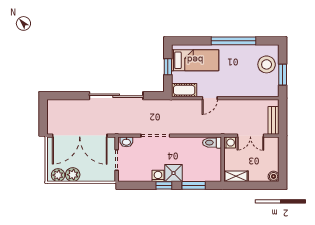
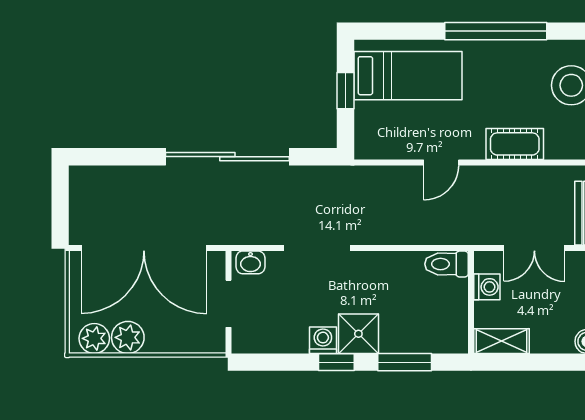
cot: (184, 90) -> (515, 144), moved
washing machine: (230, 143) -> (487, 287), moved

